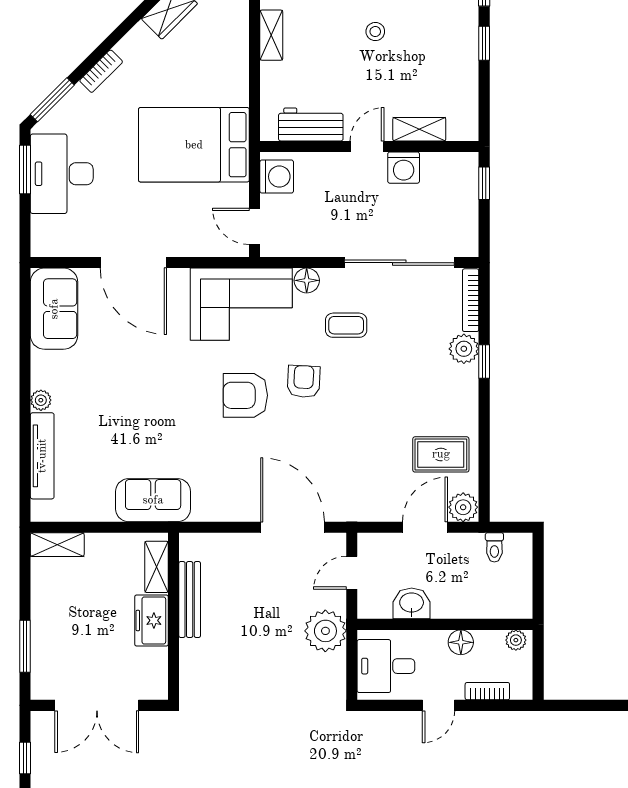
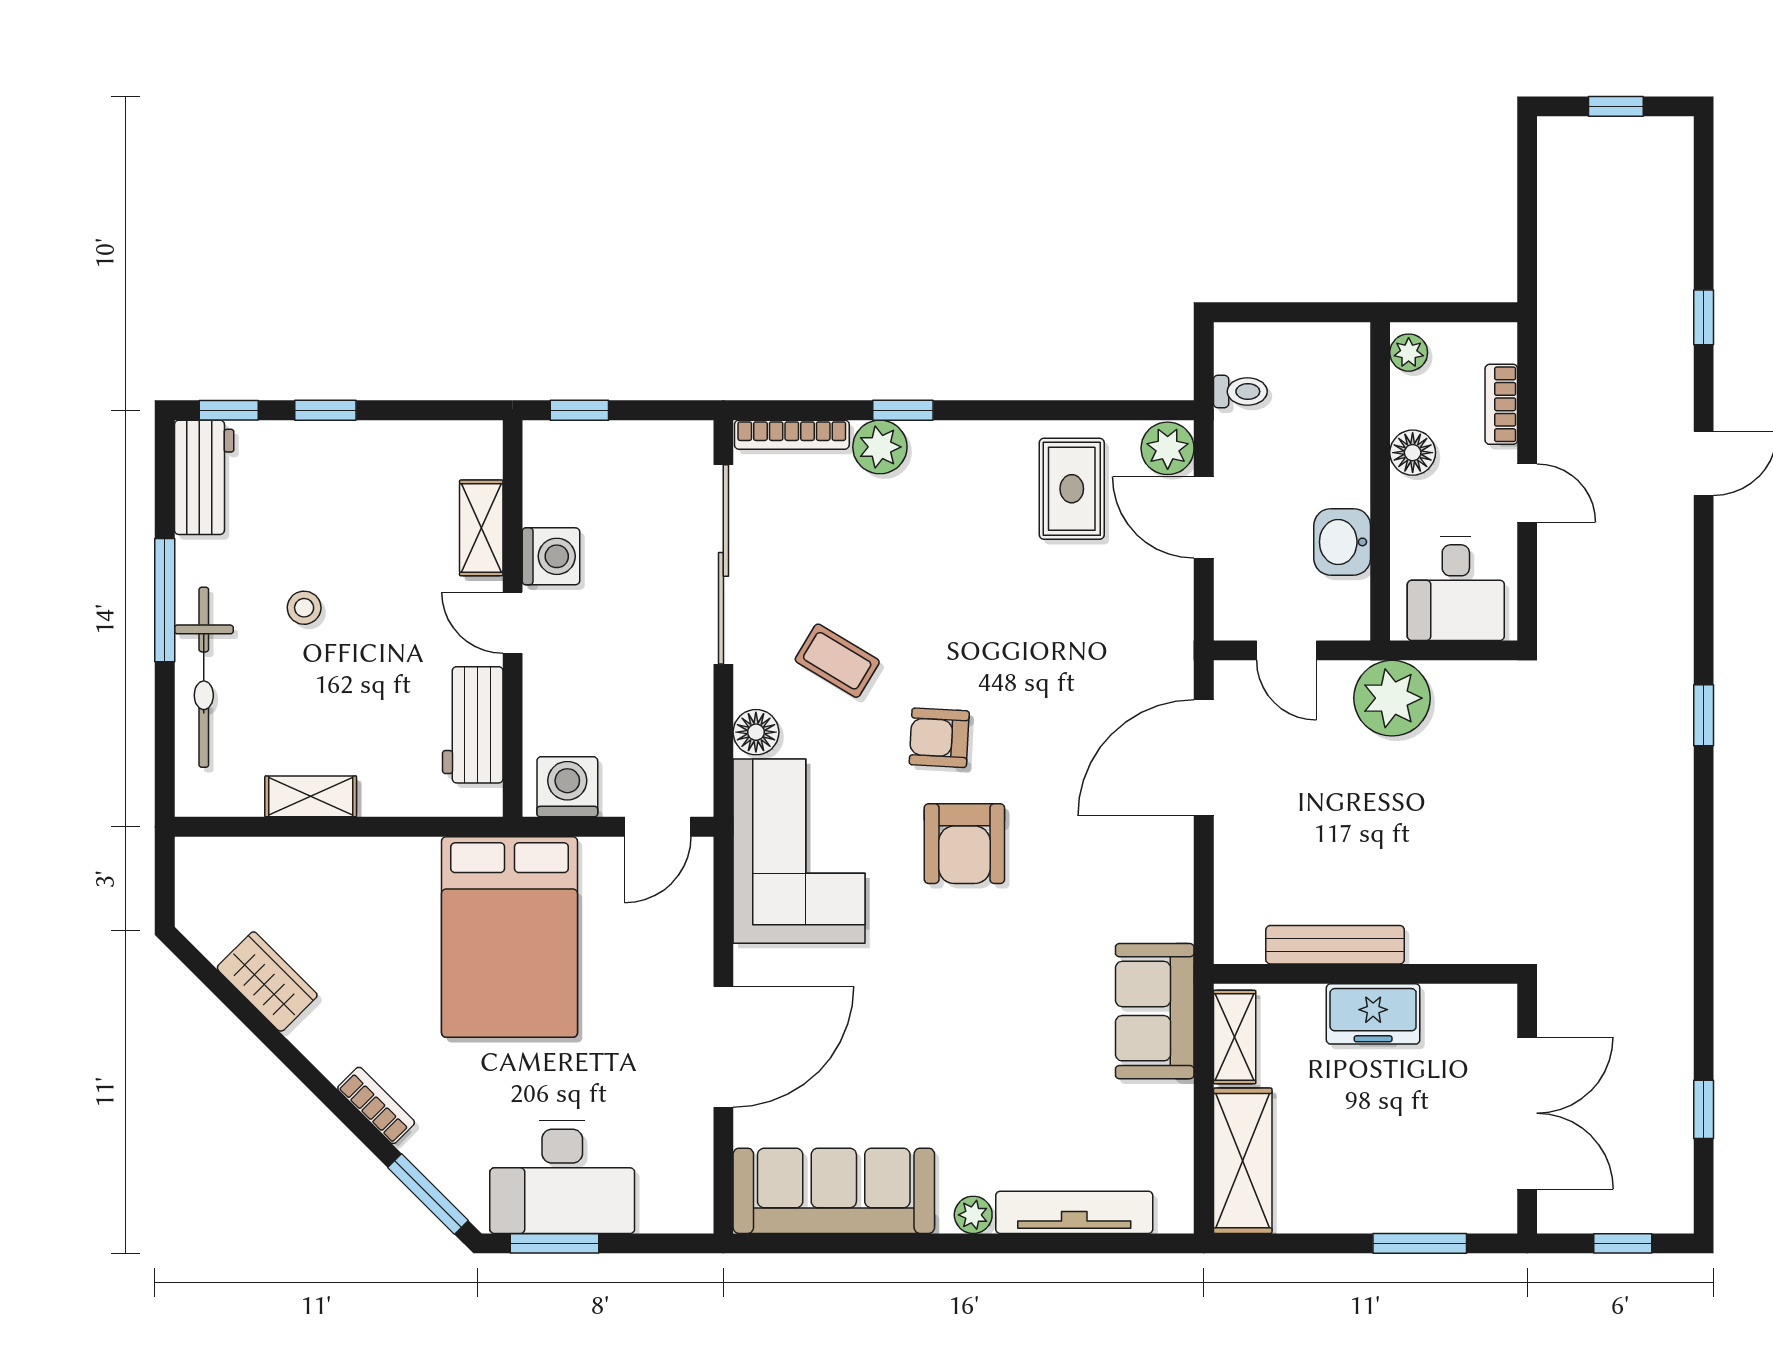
sofa: (54, 309) -> (834, 1191), width x1.36
coffee table: (346, 325) -> (837, 661), turned -59
shelving: (57, 545) -> (1243, 1161), width x1.50, depth x1.33
shelving: (157, 567) -> (1235, 1037), moved, turned 90

